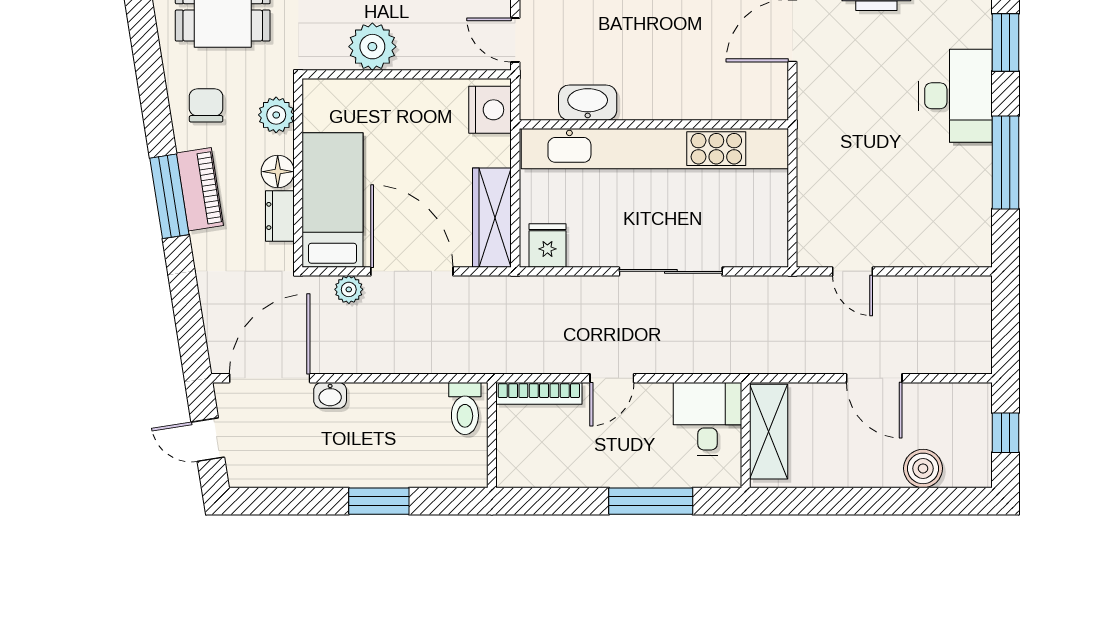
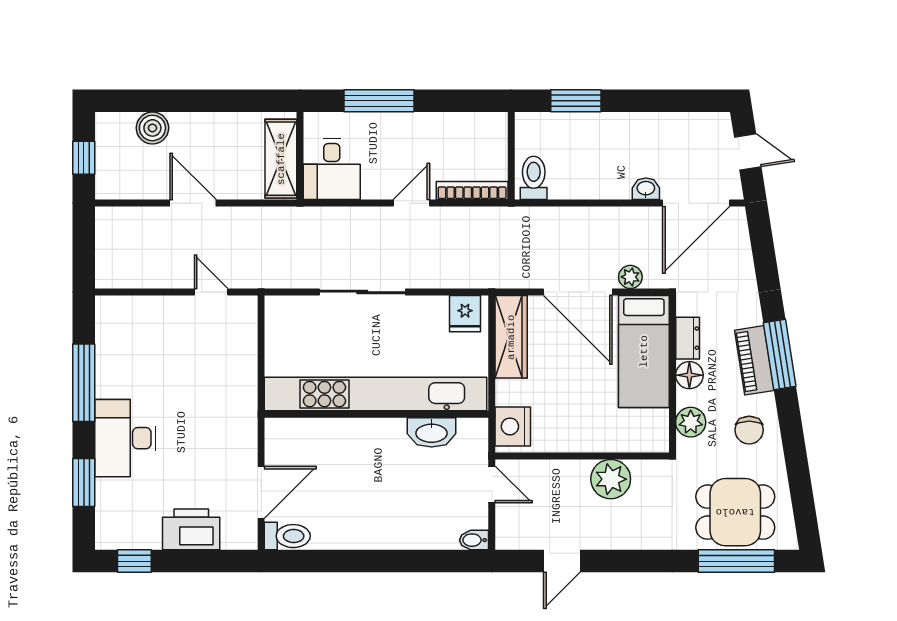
window: (379, 501) -> (576, 101), moved

